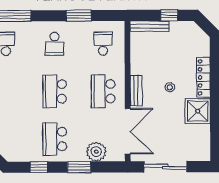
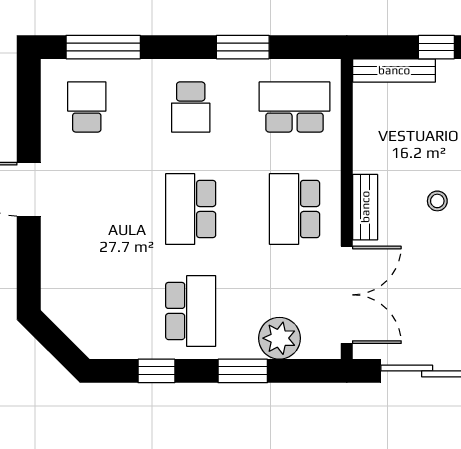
school desk: (103, 44) -> (295, 107), width x1.85
school desk: (55, 139) -> (191, 311), turned 180

